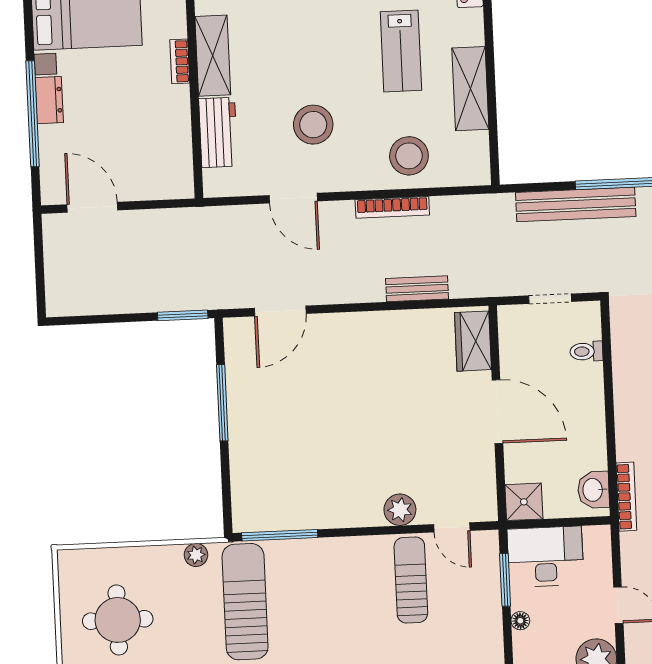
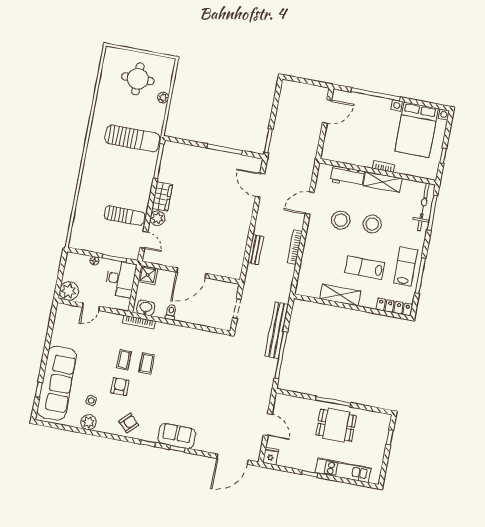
dresser: (49, 100) -> (380, 103), removed
stool: (409, 156) -> (372, 224), moved
wardrobe: (473, 341) -> (162, 197), moved, turned 90
toilet: (586, 351) -> (171, 312), moved
door: (452, 527) -> (144, 240), swing flipped
plant: (196, 555) -> (163, 98), moved

